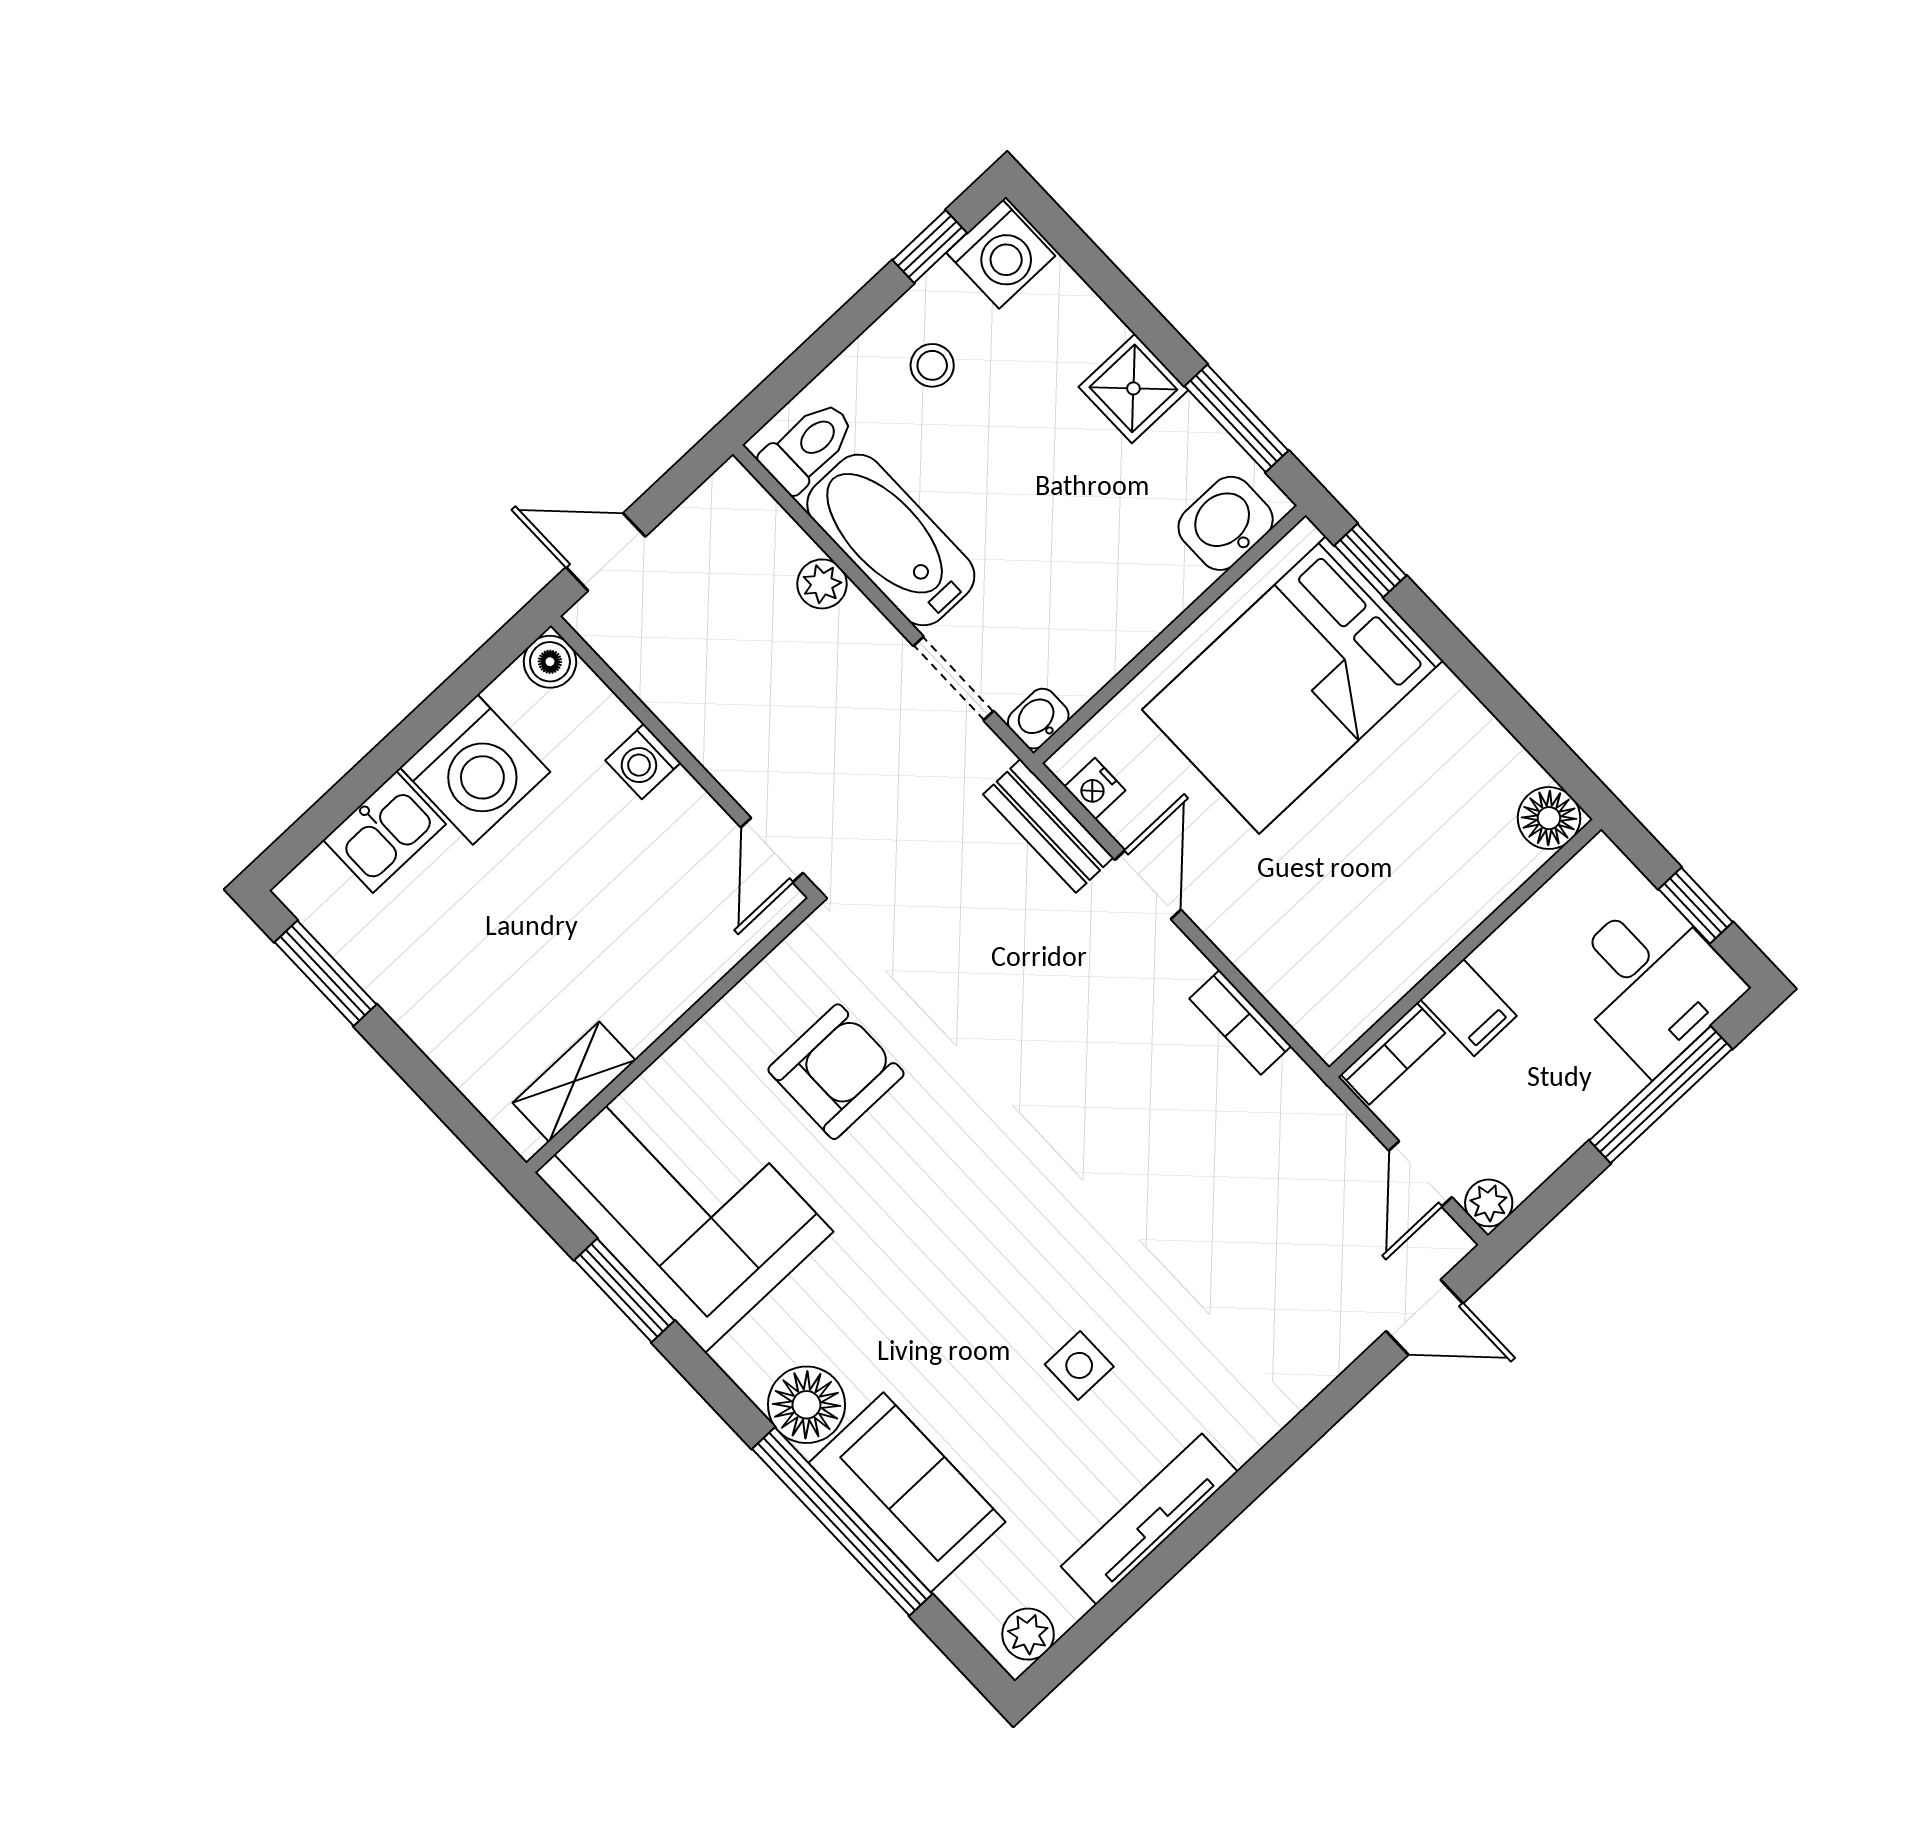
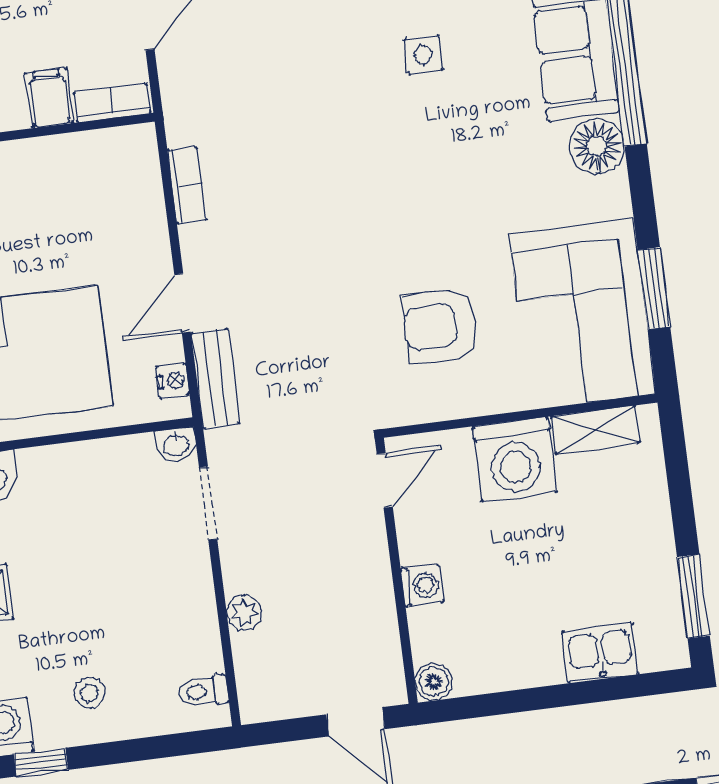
toilet: (808, 446) -> (203, 691), width x0.73, depth x0.72
bathtub: (891, 540) -> (186, 609), removed
washing machine: (475, 770) -> (515, 459), moved, turned 180

